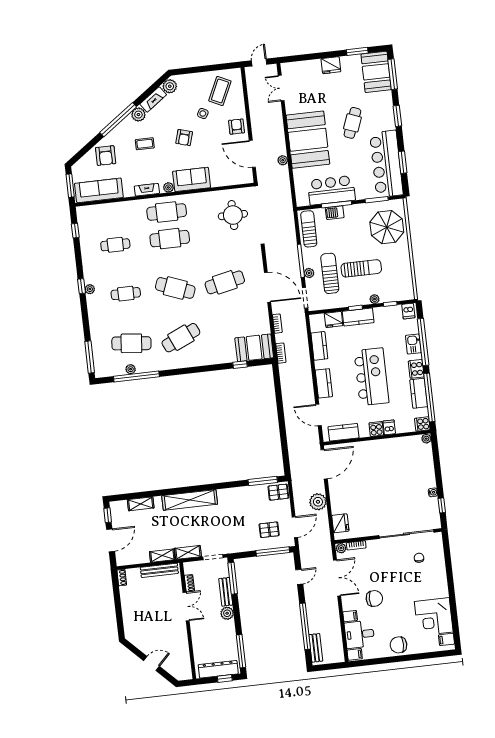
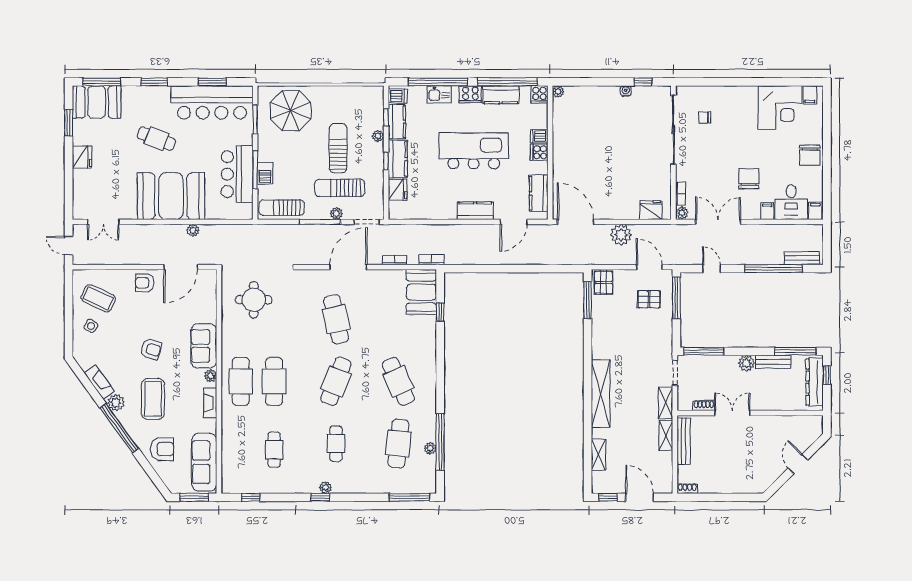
plant: (170, 86) -> (85, 360), removed
side table: (203, 113) -> (91, 326), moved
coffee table: (145, 144) -> (153, 399), width x1.86, depth x1.72
kitchen counter: (319, 346) -> (397, 122), moved, turned 90
pallet: (269, 530) -> (649, 299), turned 90
bench: (226, 592) -> (773, 362), moved

